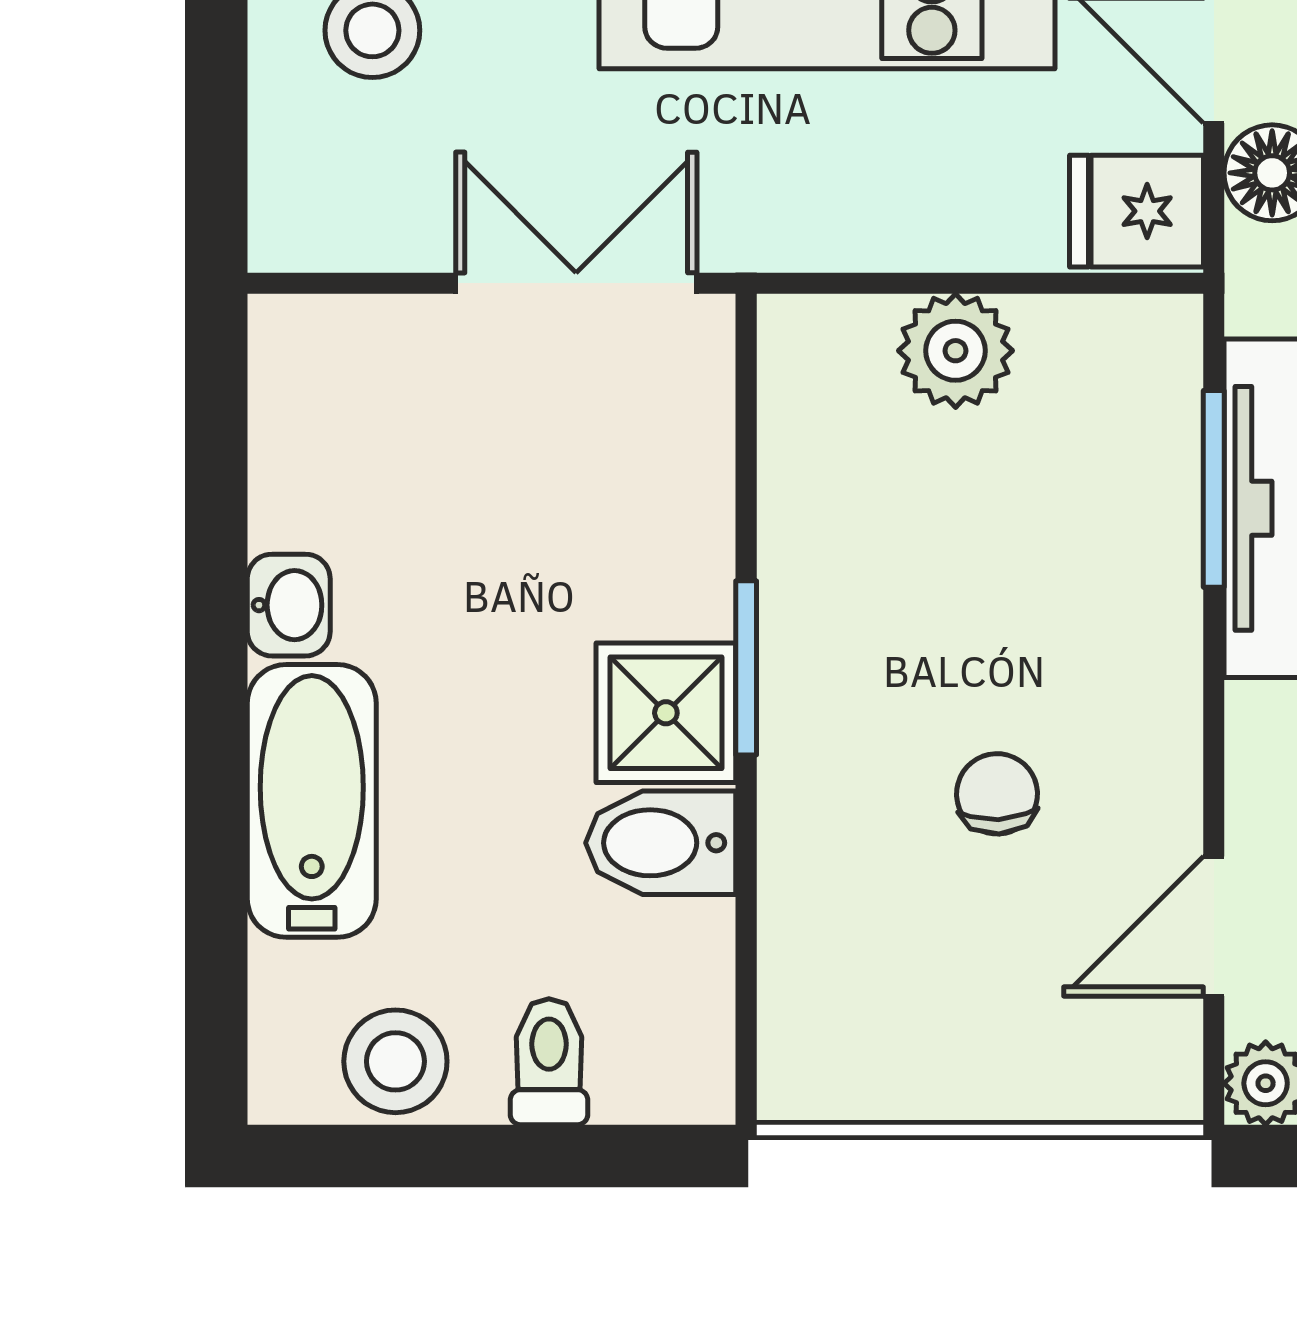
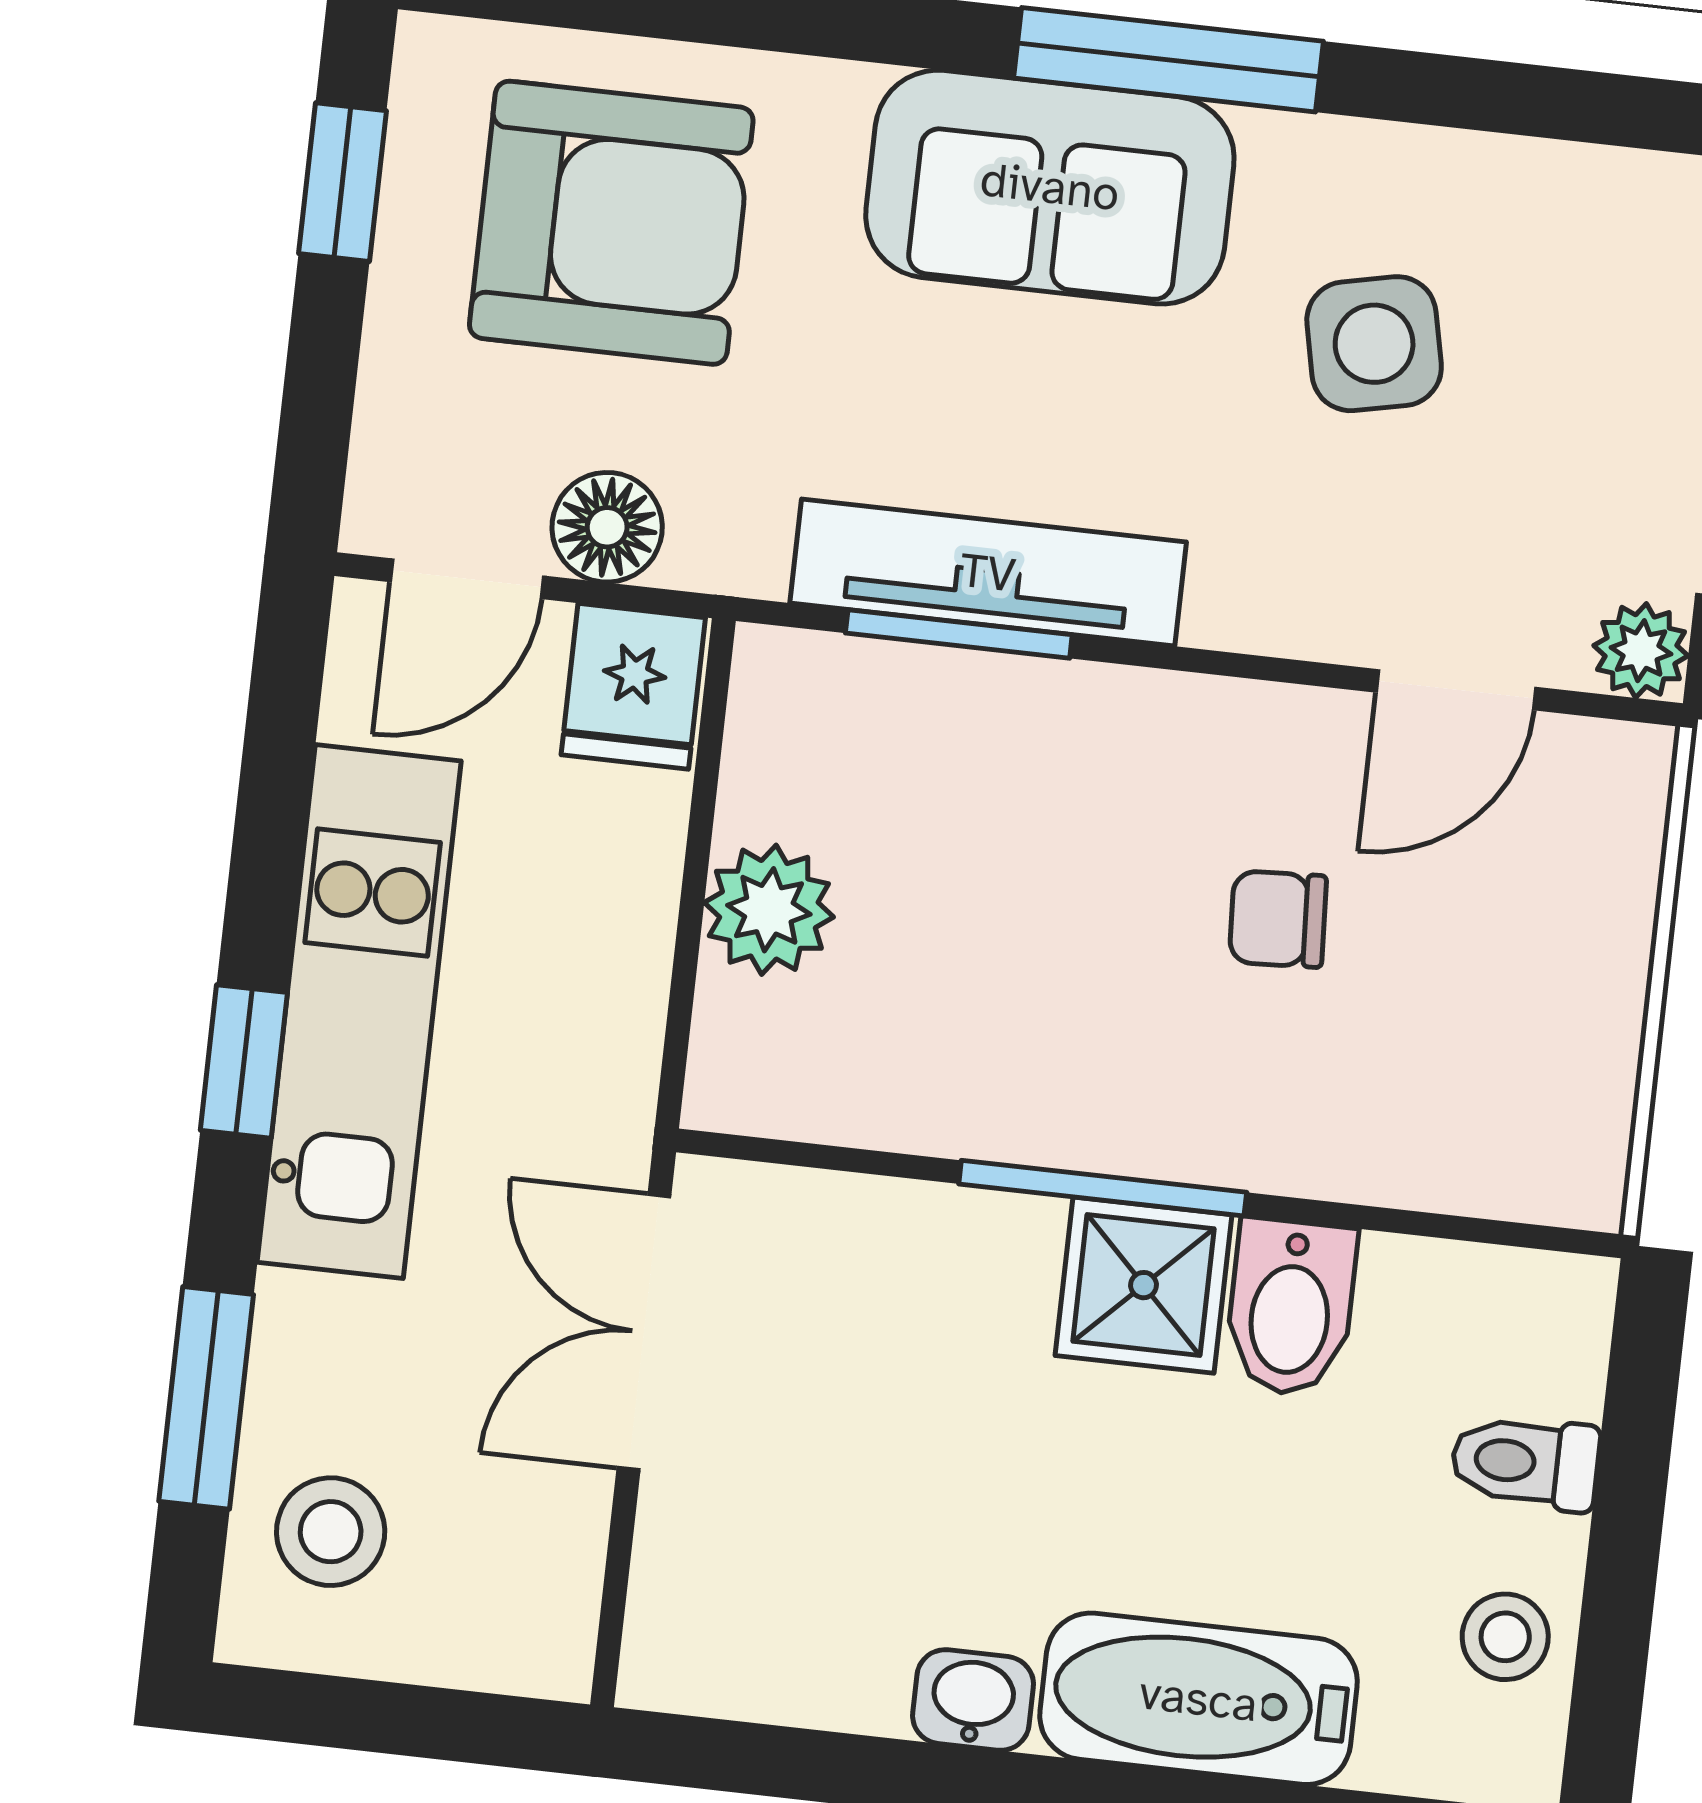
window: (746, 668) -> (1103, 1188), width x1.44
door: (1214, 926) -> (1456, 690), hinge flipped
stool: (395, 1061) -> (1505, 1637), width x0.73, depth x0.73

